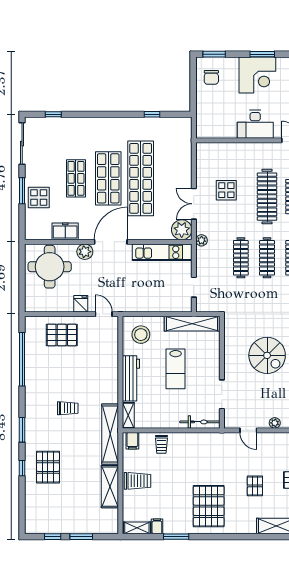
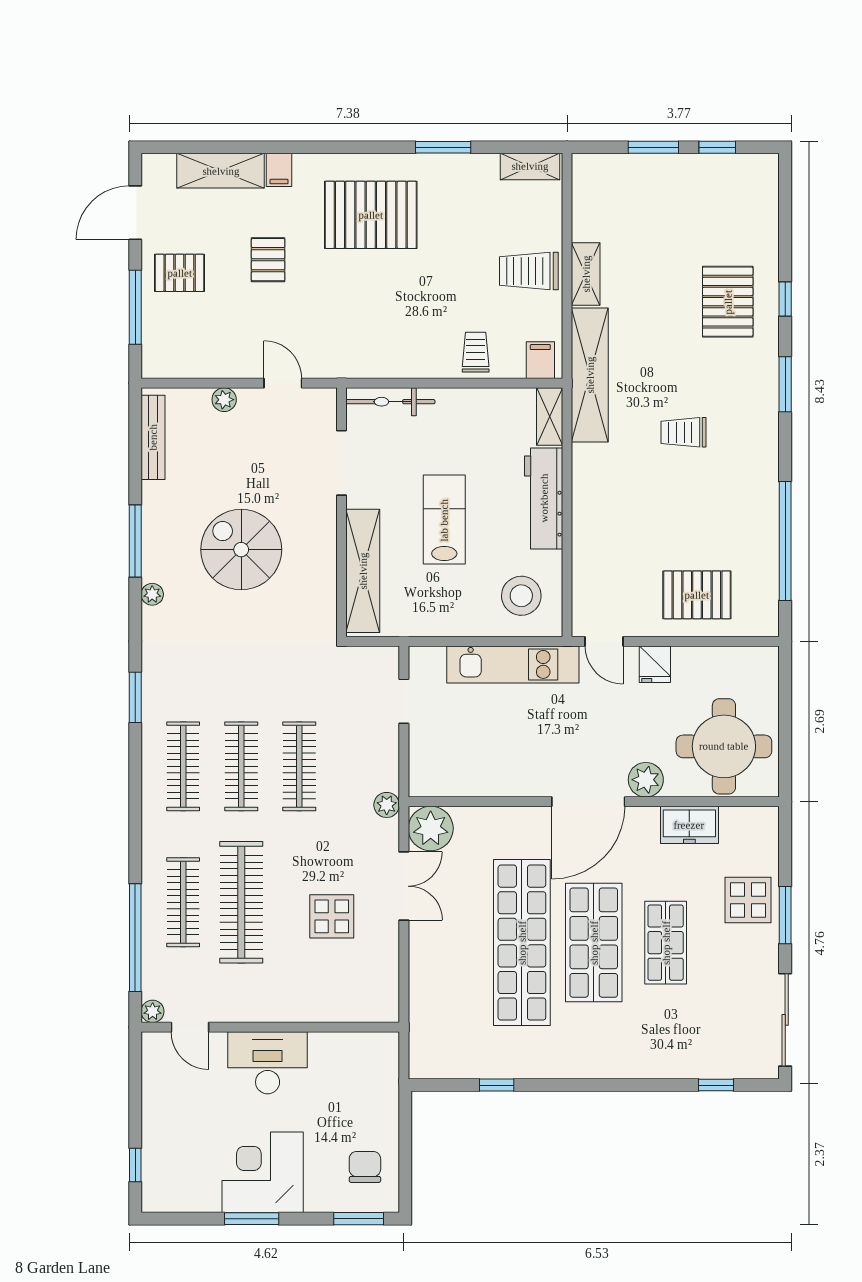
kitchen unit: (162, 252) -> (513, 664), moved, turned 180
shelving: (192, 324) -> (363, 571), moved, turned 90
shelving: (110, 487) -> (586, 274), width x0.67, depth x0.75
pallet: (209, 506) -> (371, 215), turned 90
filing cabinet: (157, 526) -> (279, 170), moved

